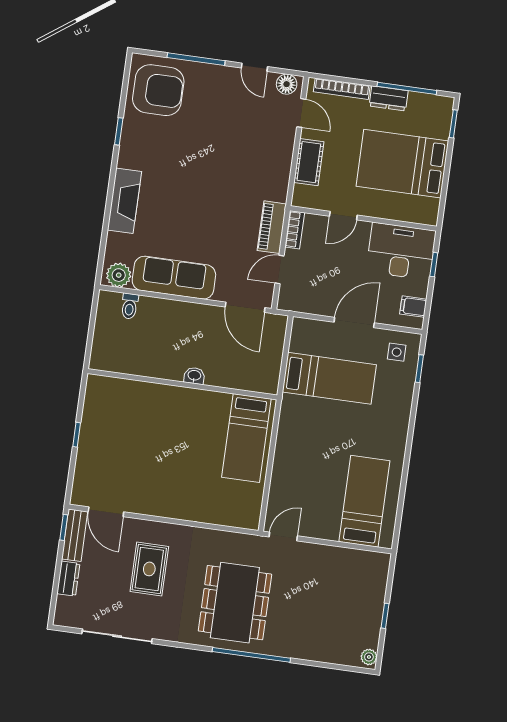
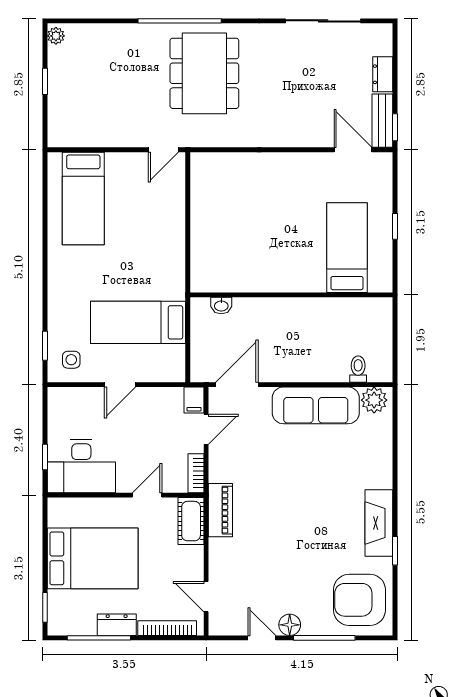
floor lamp: (287, 84) -> (290, 625), moved
cot: (309, 162) -> (191, 521), moved
fireplace: (124, 201) -> (379, 523), moved
piano: (272, 227) -> (220, 510), moved
door: (245, 307) -> (237, 385), hinge flipped
filing cabinet: (413, 307) -> (194, 400), moved, turned 90
door: (354, 322) -> (120, 385), width x0.73
washbasin: (194, 376) -> (221, 306), moved
bed: (246, 438) -> (347, 248), moved
rug: (149, 569) -> (299, 96), removed

